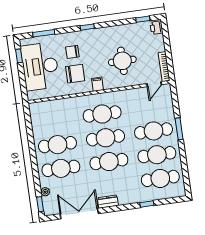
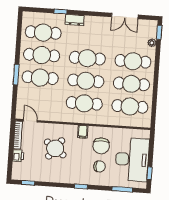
printer: (157, 28) -> (18, 156), moved
round table: (122, 61) -> (55, 148), turned 36
chair: (75, 74) -> (101, 146), turned -90
door: (154, 84) -> (30, 121), hinge flipped
cafe table: (54, 121) -> (130, 106), added
dresser: (108, 202) -> (75, 20), moved
double door: (79, 214) -> (125, 16), width x0.73

